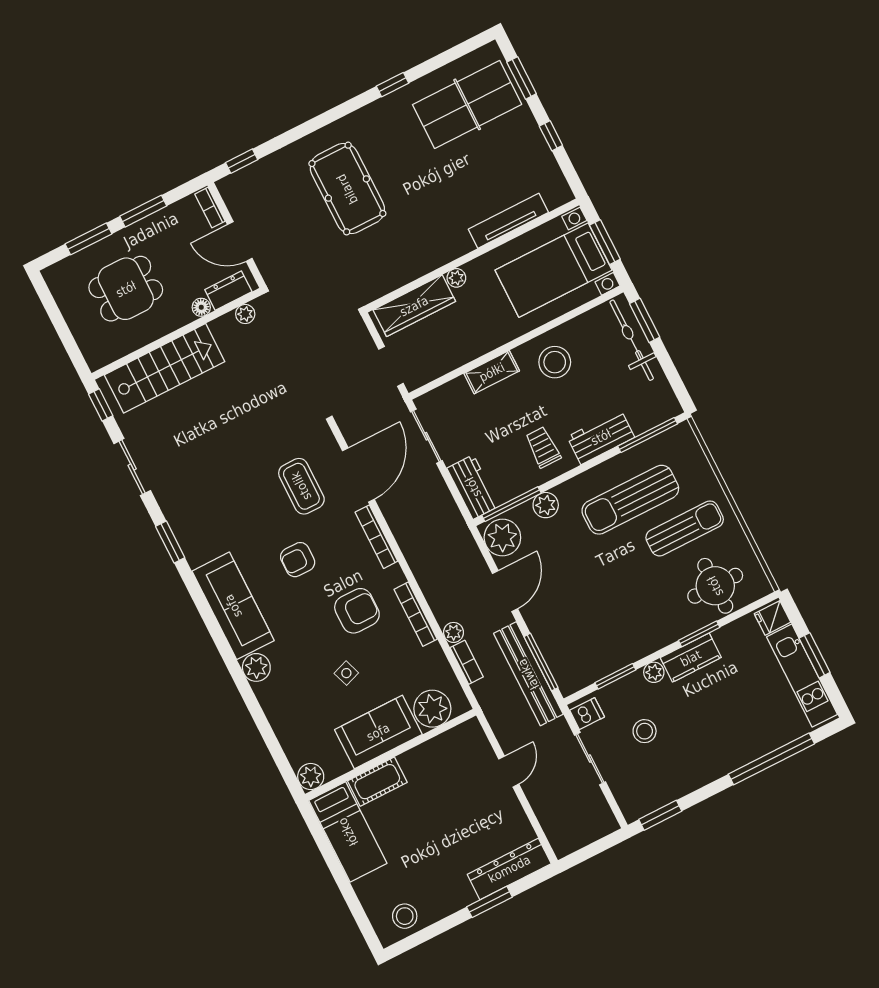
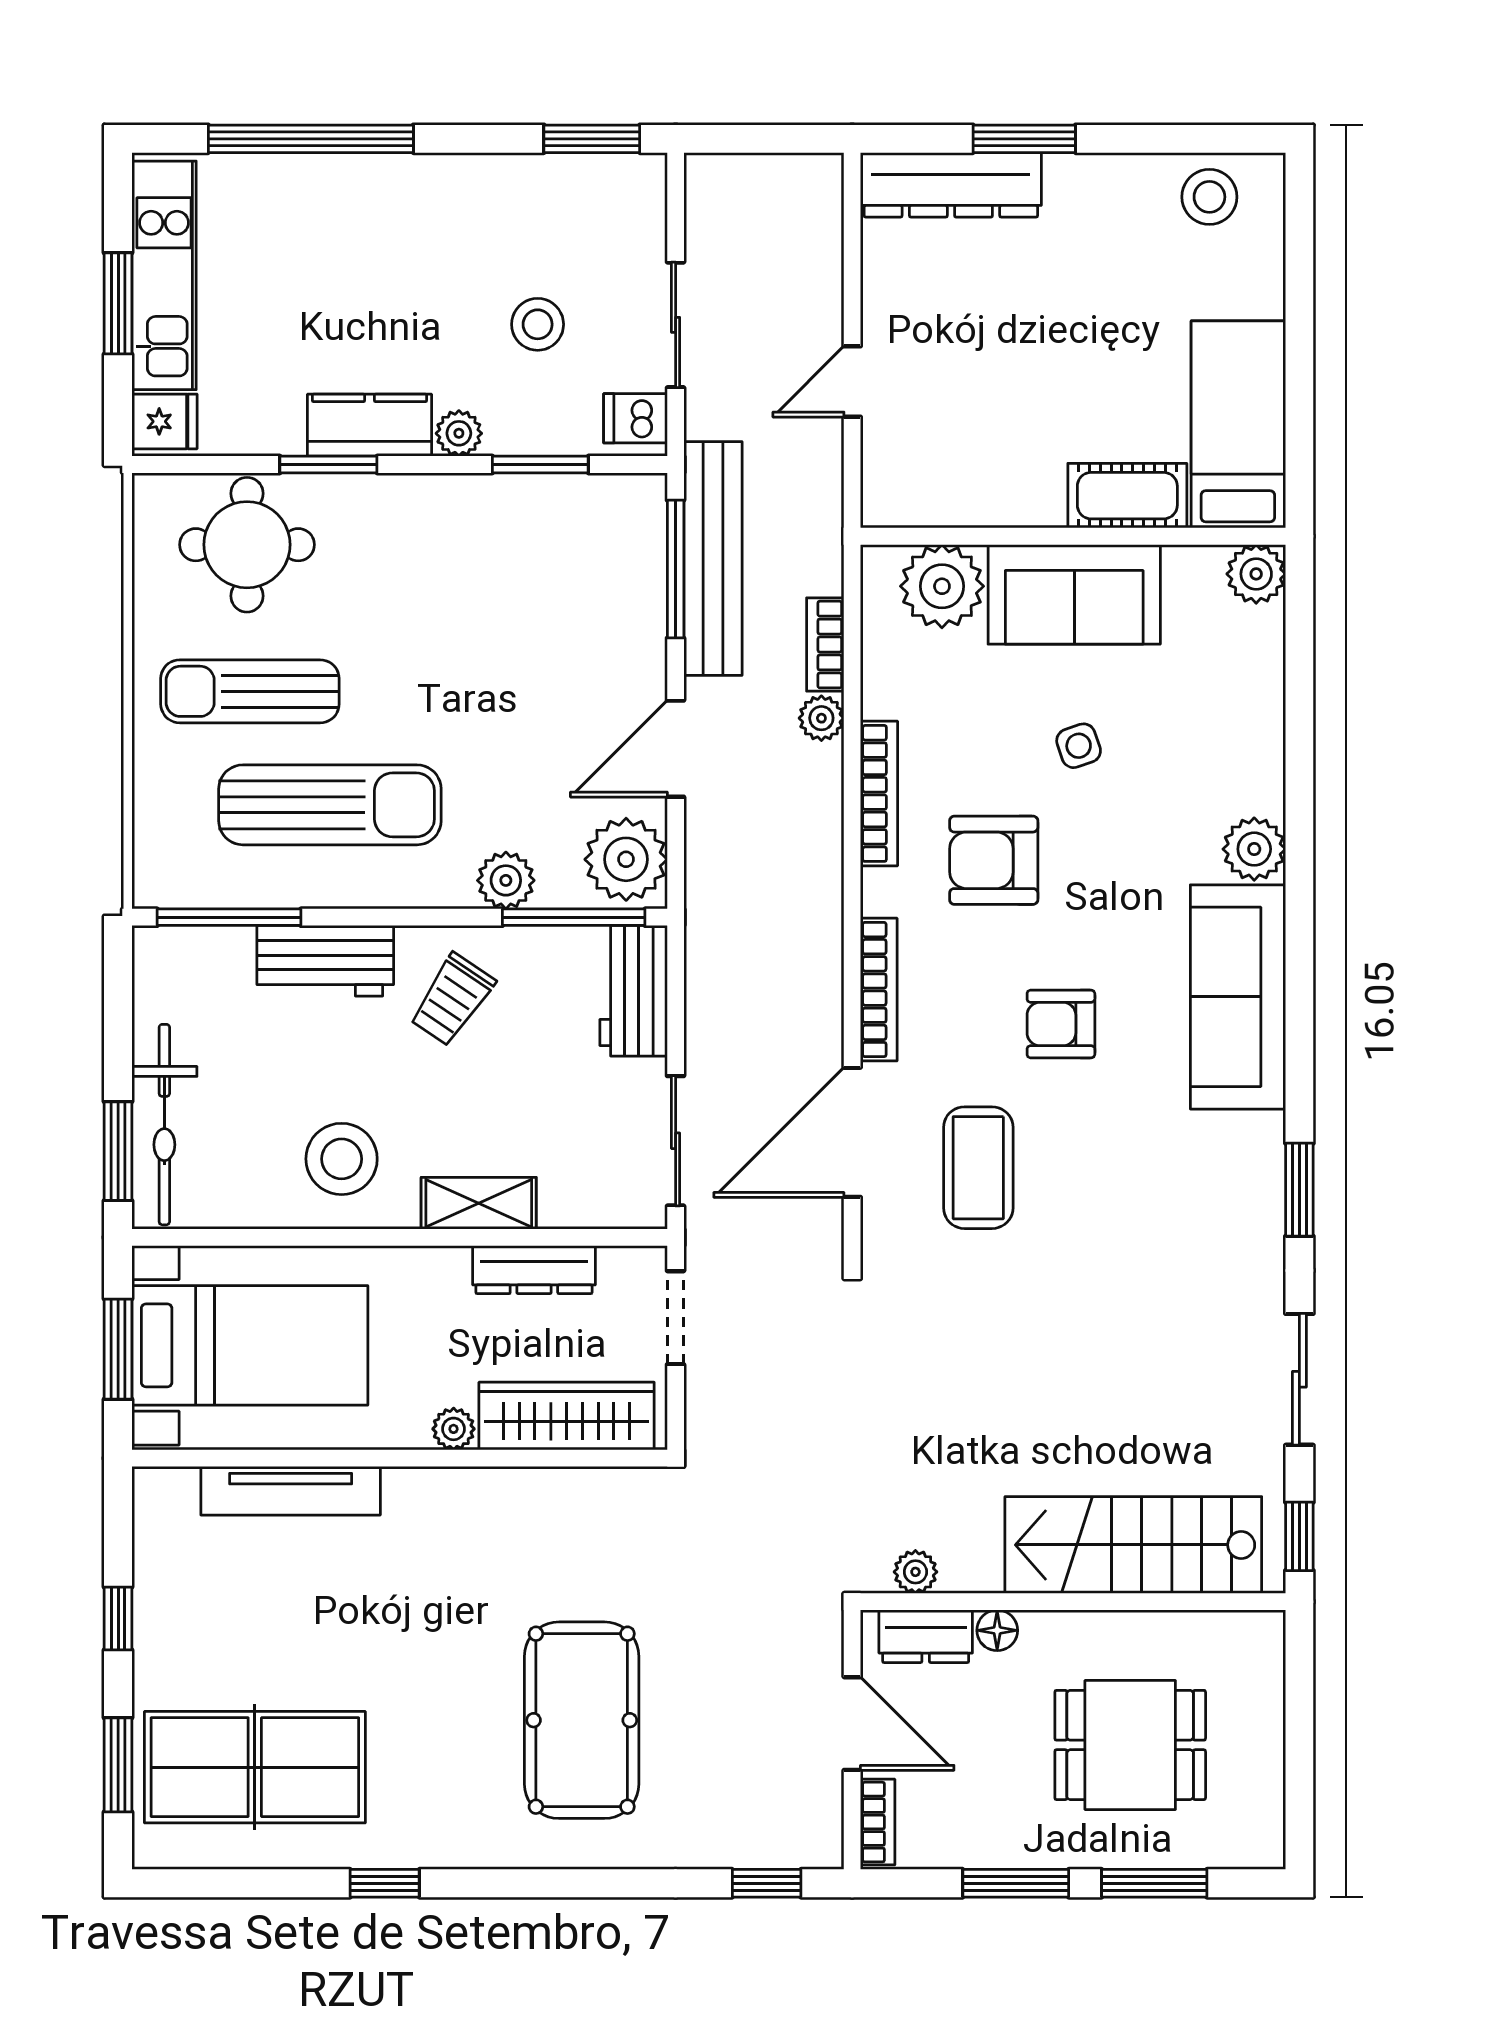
dresser: (457, 357) -> (534, 1270), added
trolley: (543, 447) -> (452, 1000), turned 34
armchair: (298, 560) -> (1061, 1024), turned 180

